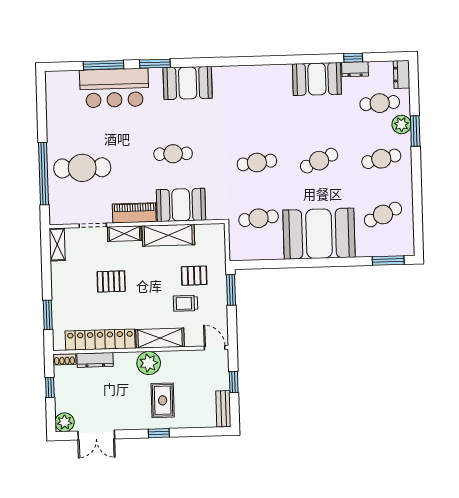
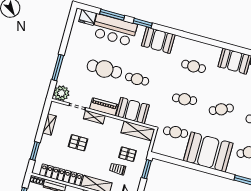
fridge: (66, 81) -> (88, 17), added
cafe table: (255, 107) -> (194, 66), added
cafe table: (82, 168) -> (104, 69), moved
window: (44, 174) -> (58, 68), width x0.68
plant: (62, 212) -> (61, 93), added
shelving: (168, 235) -> (138, 131), moved
shelving: (57, 245) -> (49, 124), moved

